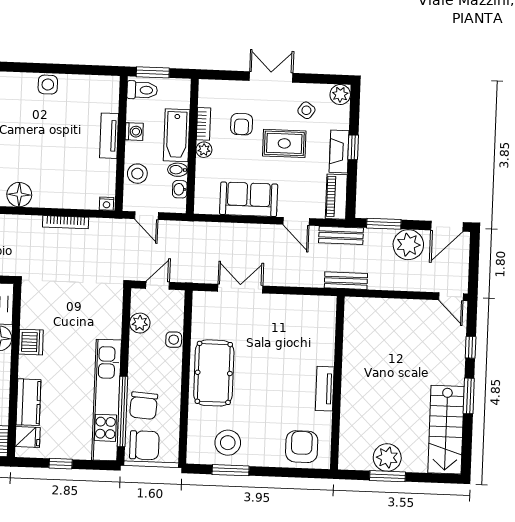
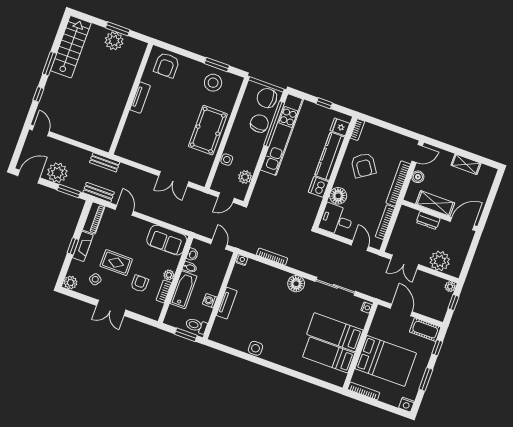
stool: (137, 174) -> (216, 273), removed
sofa: (249, 199) -> (167, 240), moved
kitchen counter: (28, 402) -> (330, 156), width x1.50

